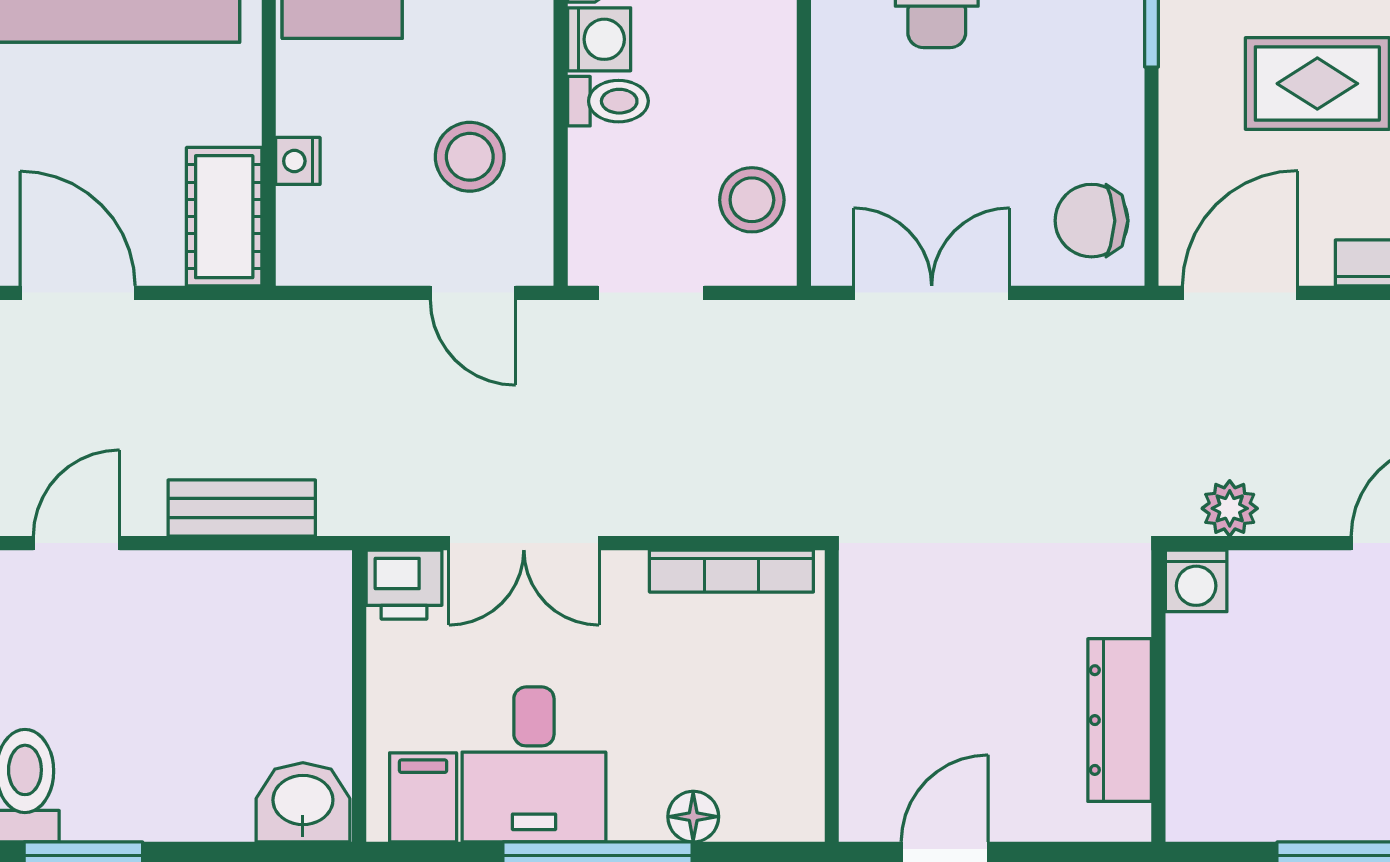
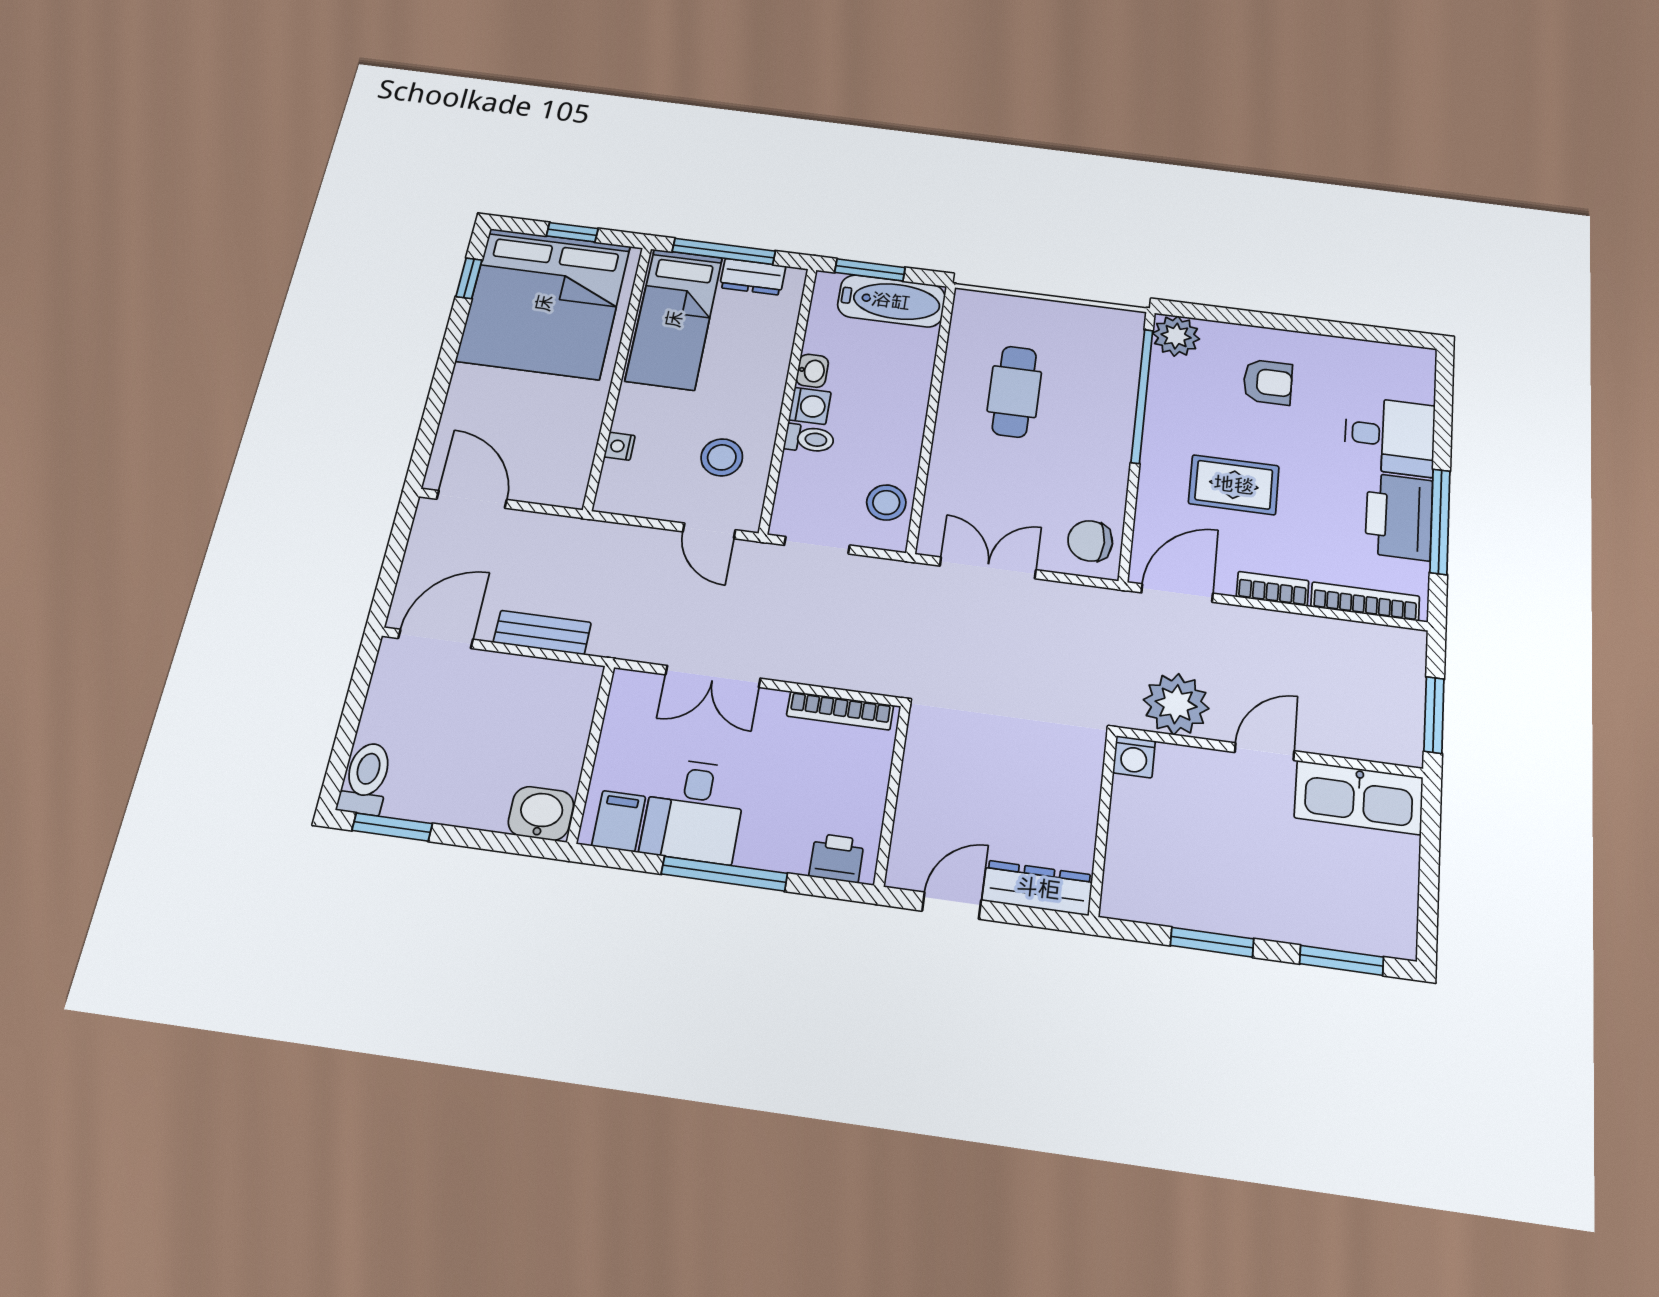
cot: (224, 217) -> (569, 470), removed
plant: (1230, 508) -> (1176, 704), width x1.88, depth x1.88
door: (76, 543) -> (436, 639), width x1.38
printer: (404, 585) -> (837, 858), moved, turned 180
dresser: (1120, 720) -> (1038, 888), moved, turned 90
floor lamp: (693, 817) -> (791, 858), removed

